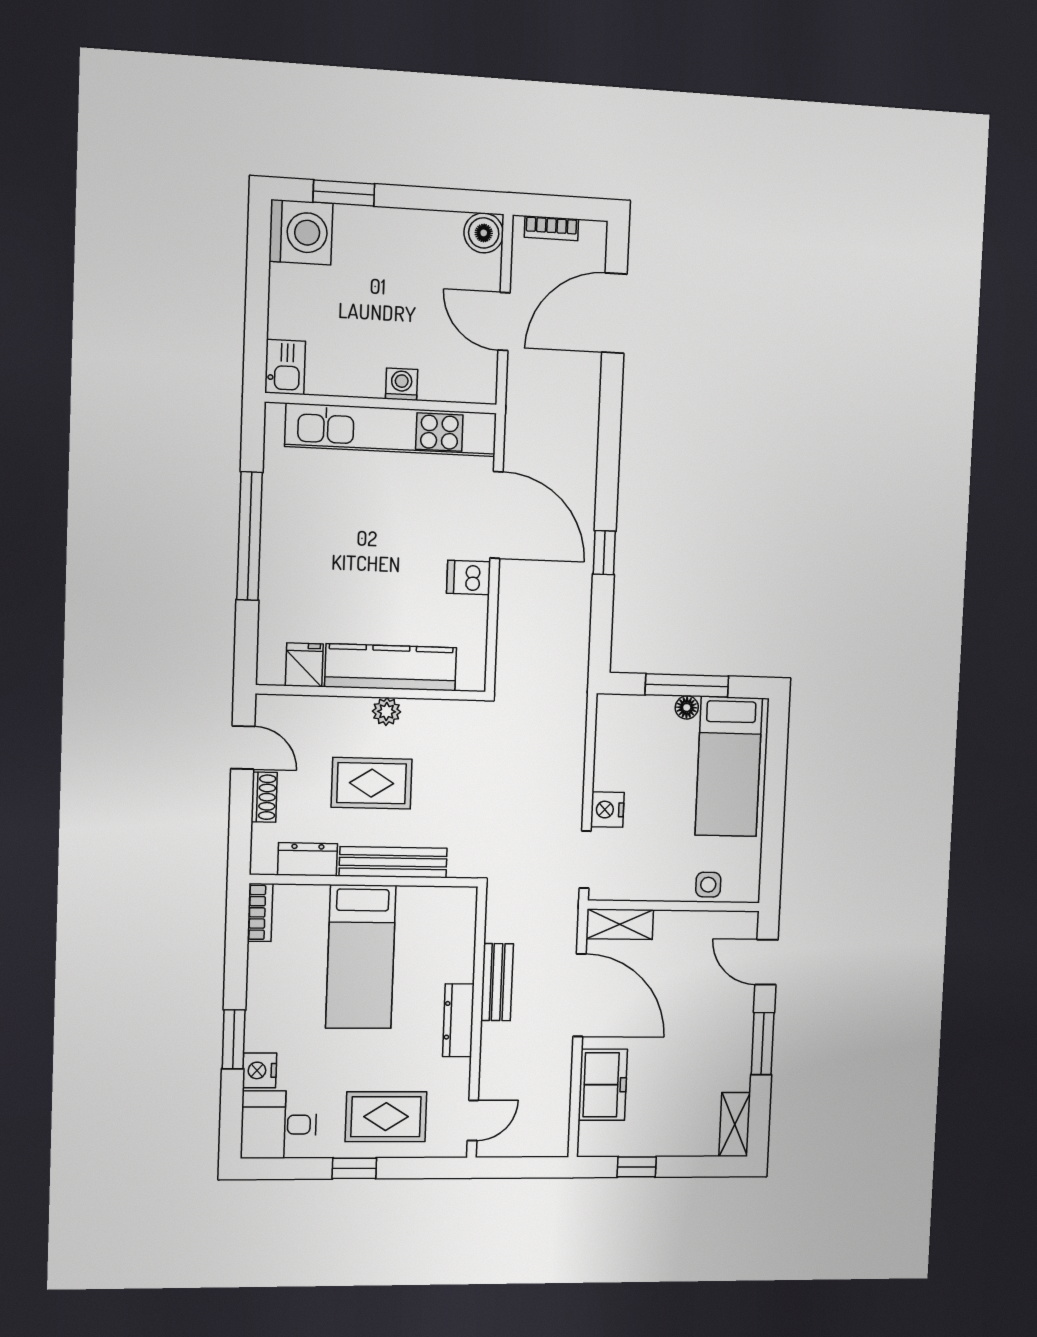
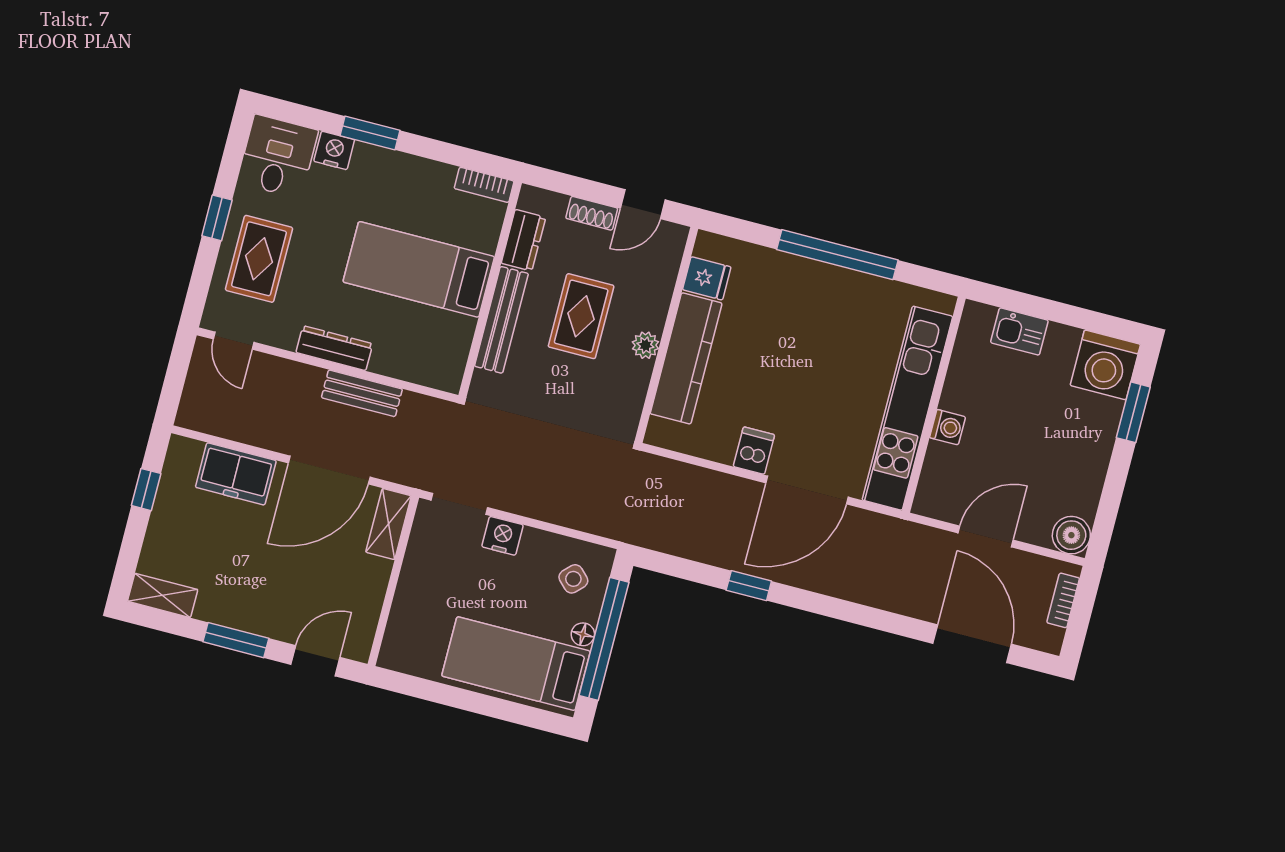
kitchen sink: (285, 367) -> (1019, 331), moved
window: (687, 685) -> (604, 639), width x1.46
side table: (708, 885) -> (573, 579), moved, turned 45

